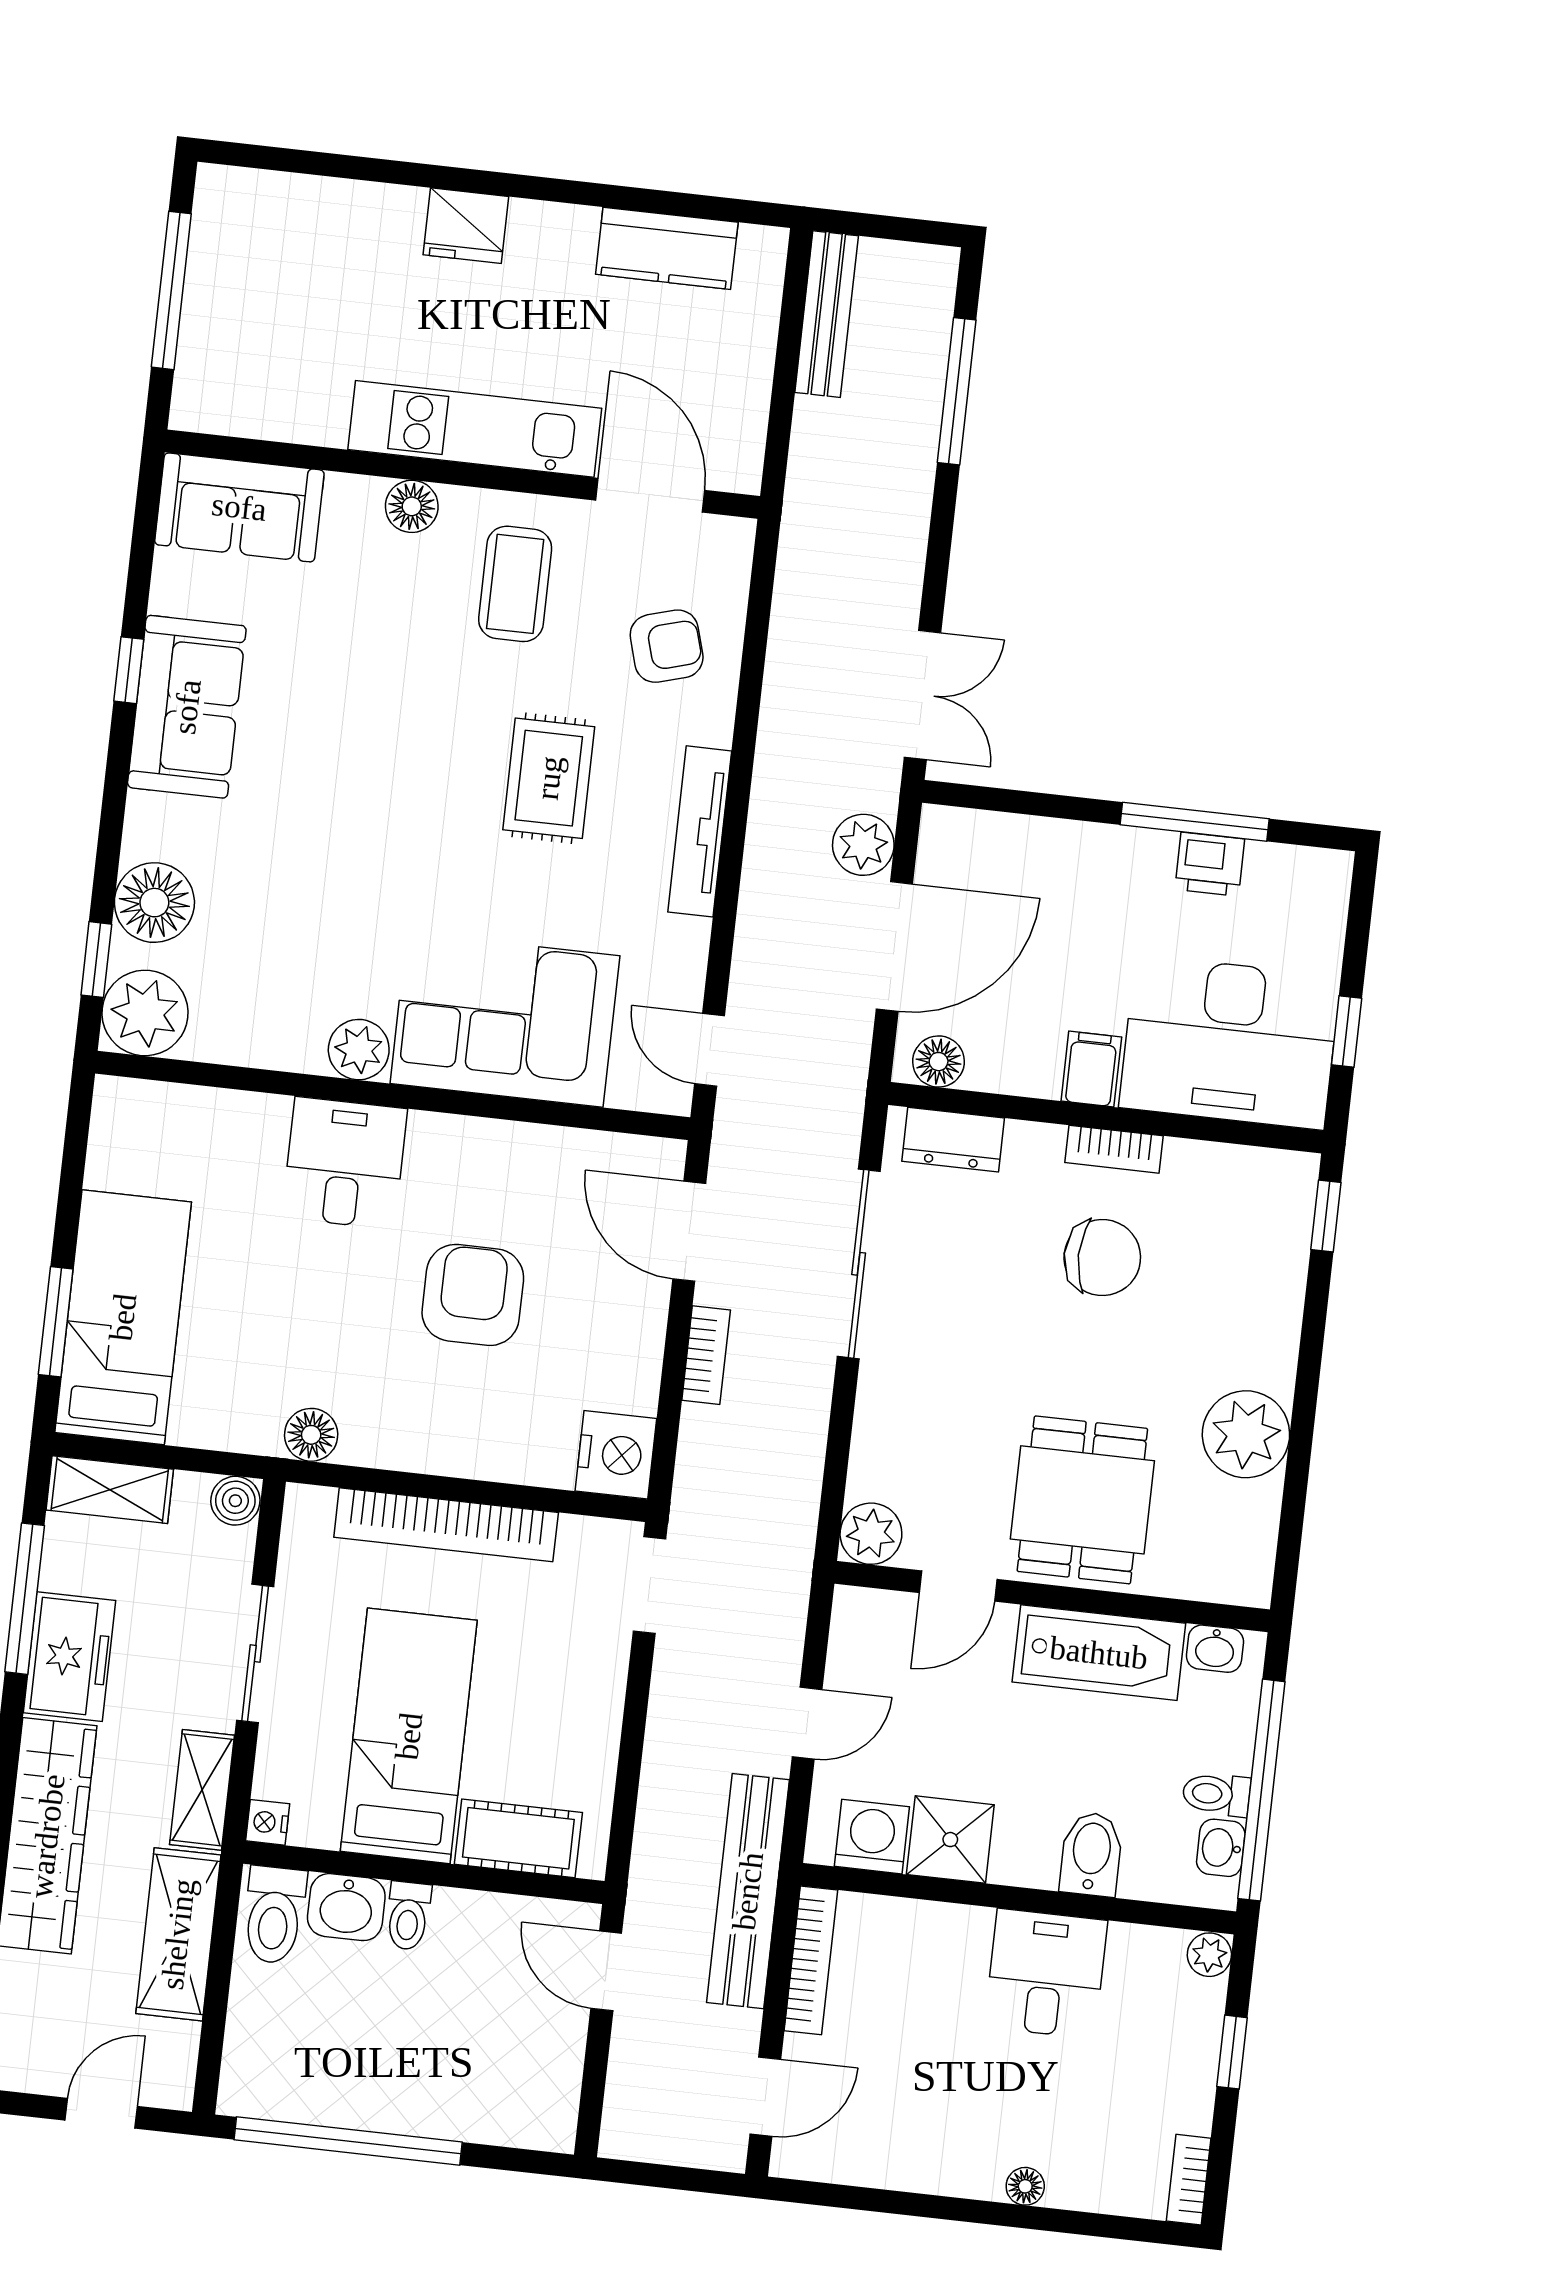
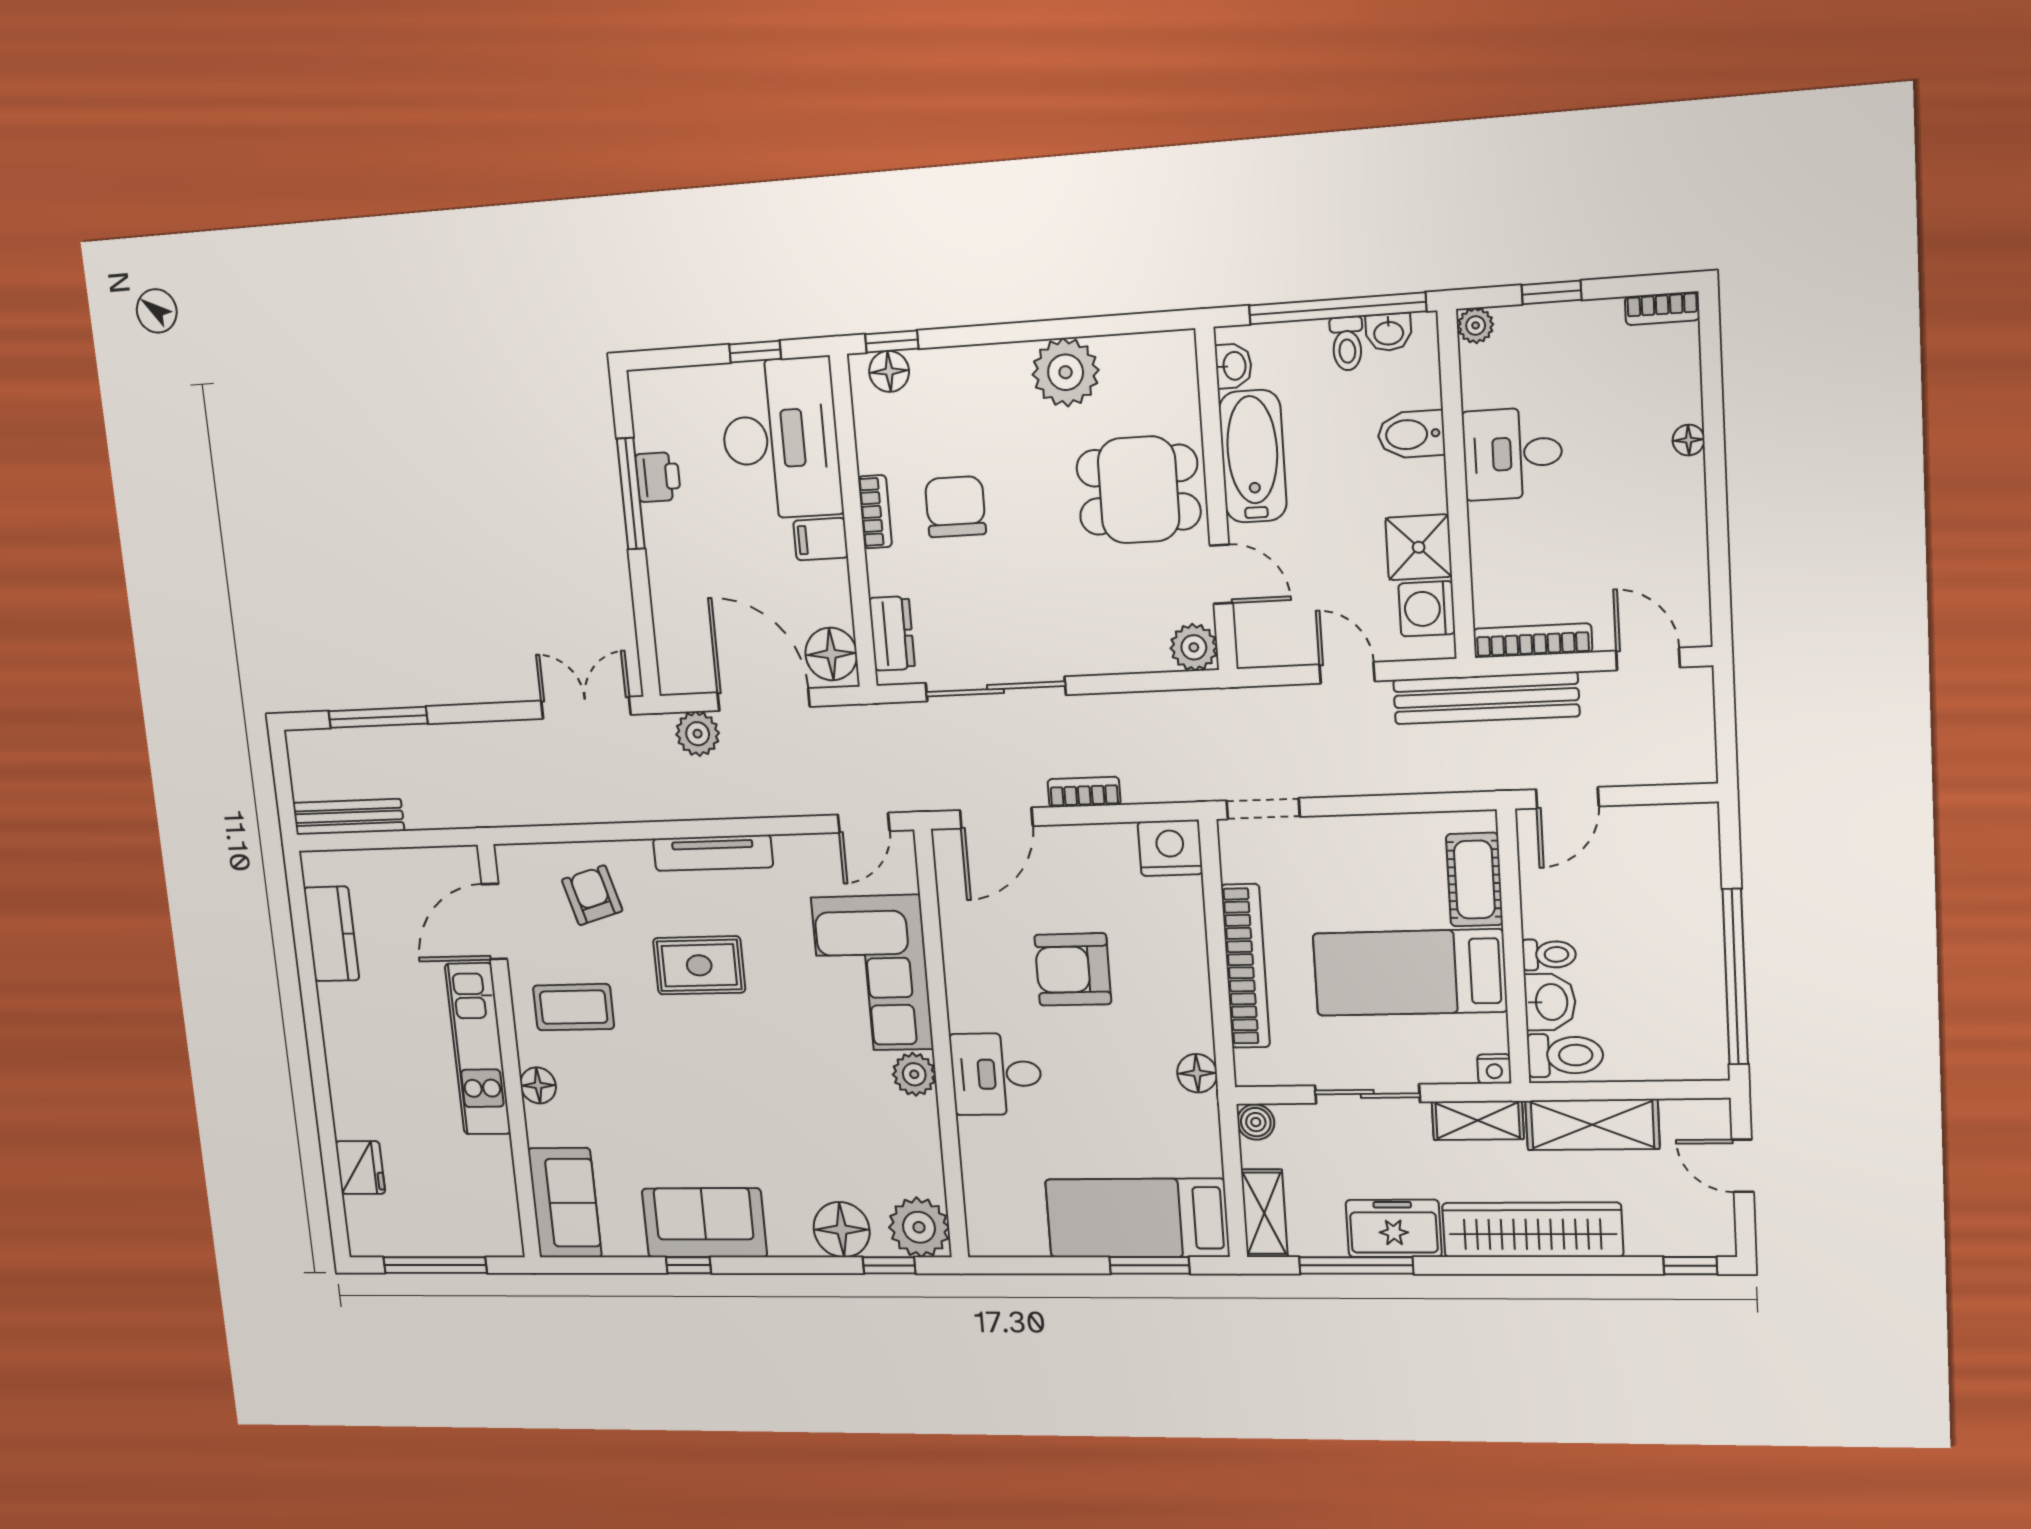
fridge: (466, 226) -> (360, 1168), moved
floor lamp: (939, 1062) -> (831, 654), width x1.38, depth x1.38
floor lamp: (1289, 1205) -> (889, 371), added

